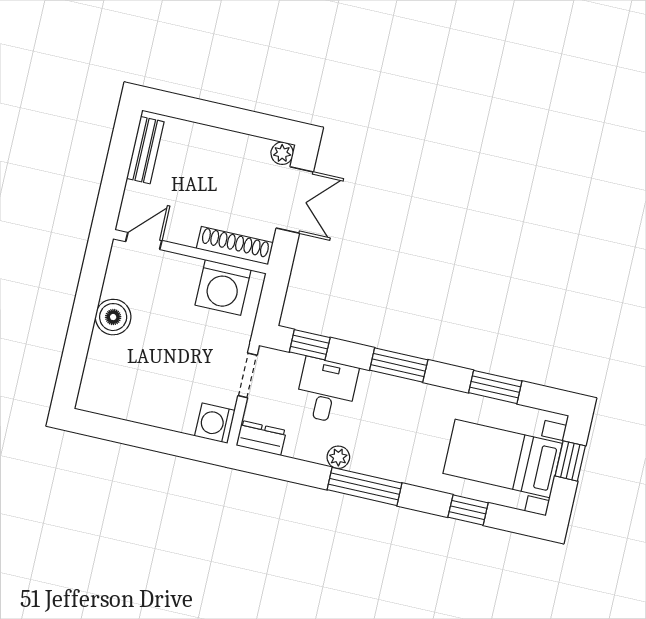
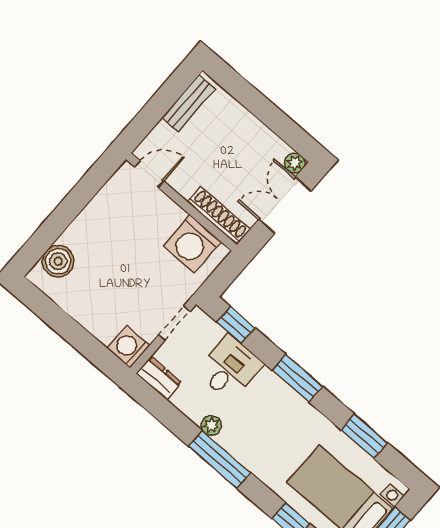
double door: (295, 200) -> (285, 205), swing flipped
boiler: (113, 317) -> (58, 261), moved

